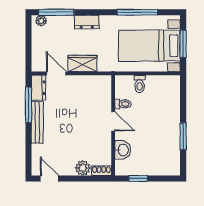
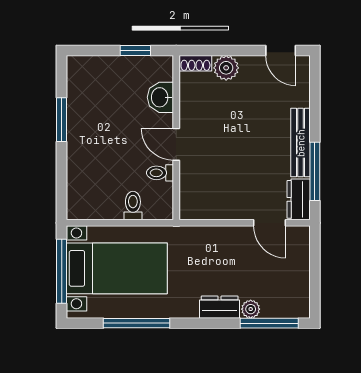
plant: (41, 21) -> (251, 309), moved
window: (183, 44) -> (62, 271), width x1.44
wardrobe: (82, 63) -> (227, 239), removed

